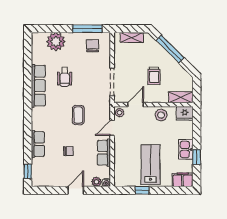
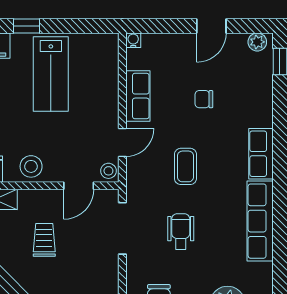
wheelchair: (65, 77) -> (181, 232), moved
row of seats: (38, 144) -> (261, 154), moved
plant: (96, 182) -> (257, 42), moved
door: (76, 190) -> (211, 26), moved
window: (142, 190) -> (27, 26), moved

